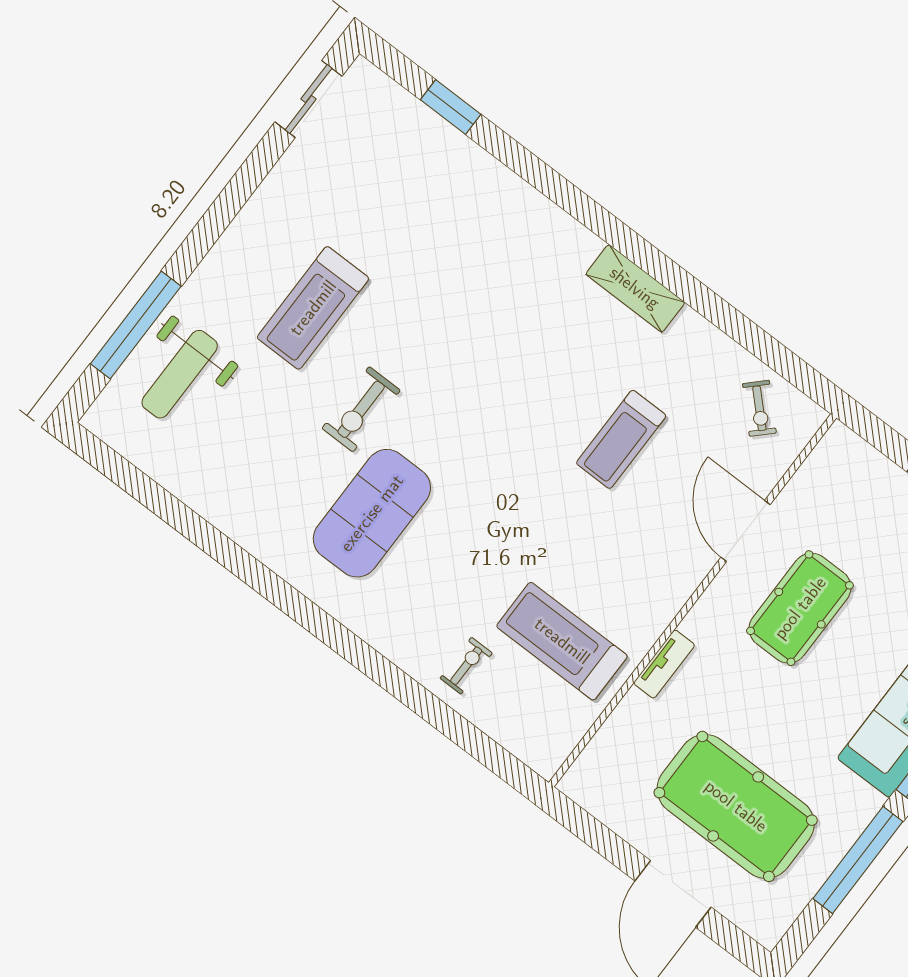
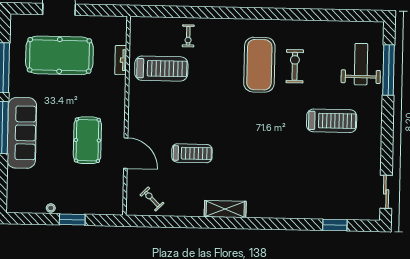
treadmill: (313, 308) -> (332, 121), turned 90
exercise bike: (361, 409) -> (295, 66), moved
treadmill: (621, 439) -> (192, 153), turned 90
tv unit: (664, 664) -> (121, 60), moved

